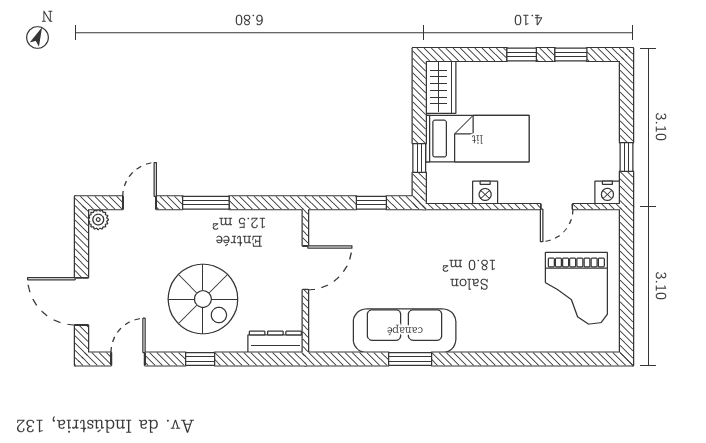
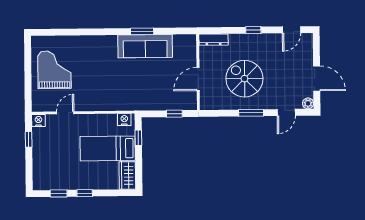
nightstand: (485, 193) -> (124, 120), moved
window: (371, 203) -> (174, 114), moved
spiral stairs: (203, 299) -> (244, 79), moved
door: (82, 301) -> (317, 78), moved

